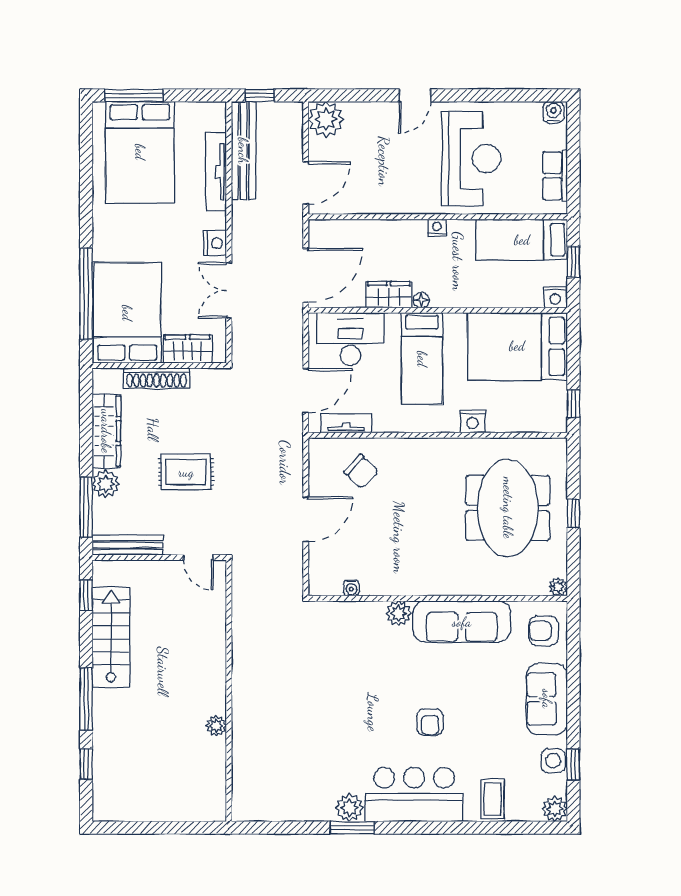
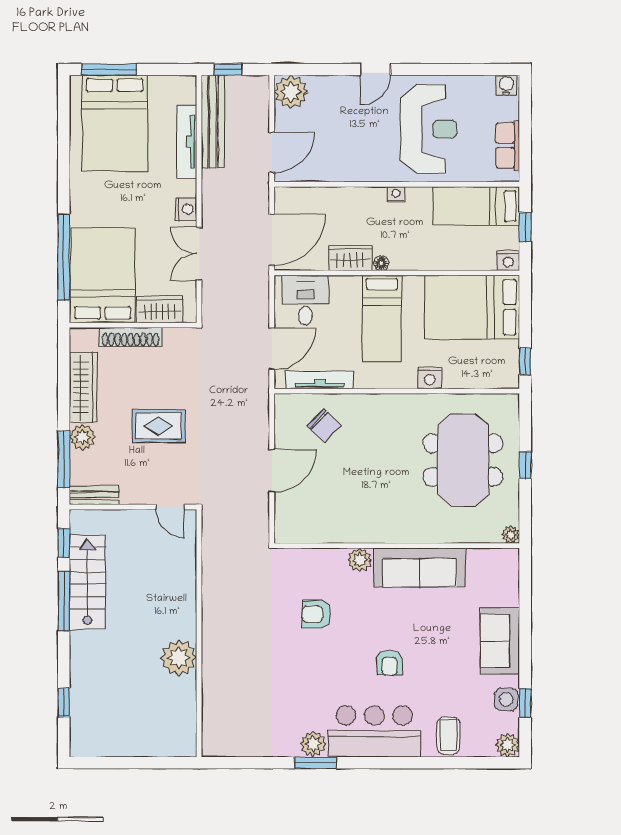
desk: (350, 339) -> (305, 300), width x0.73
tv unit: (346, 423) -> (320, 380), width x1.41
bench: (128, 545) -> (94, 495), width x0.73
water cooler: (351, 588) -> (315, 536), removed
armchair: (544, 631) -> (316, 614), moved
window: (86, 699) -> (64, 601), moved
plant: (216, 726) -> (179, 658), width x1.88, depth x1.88

